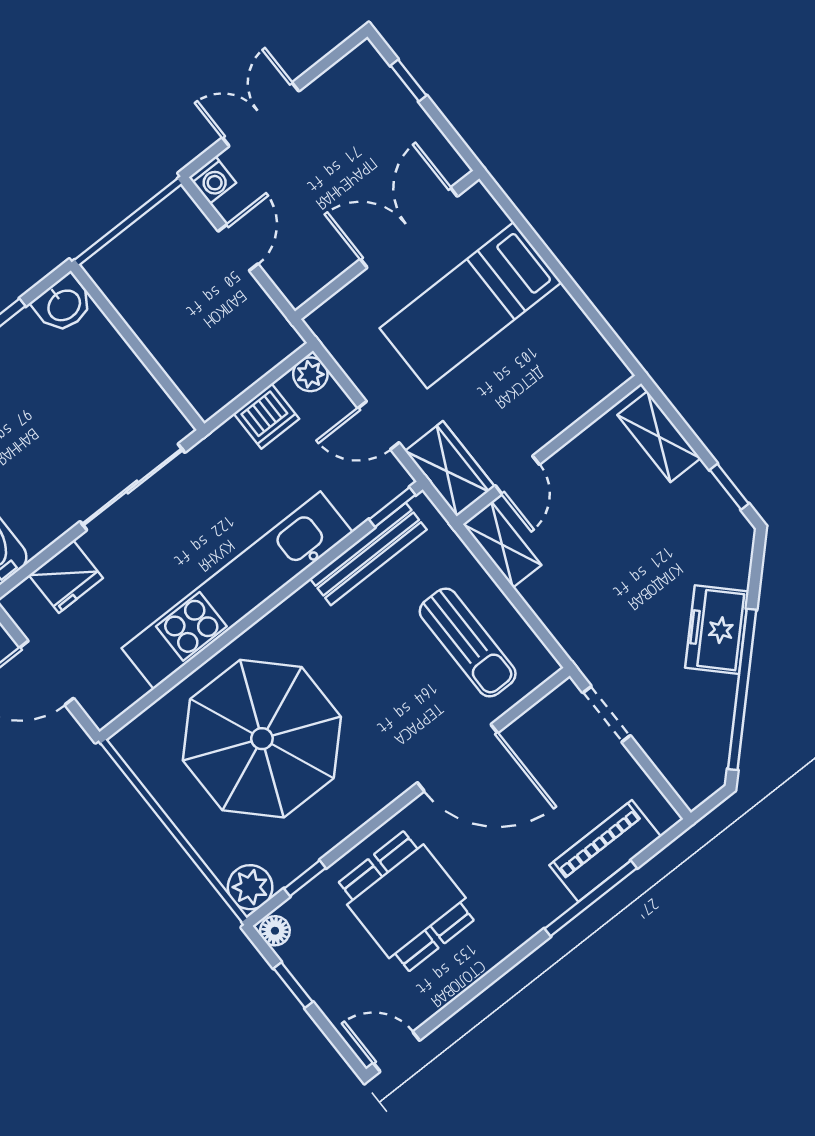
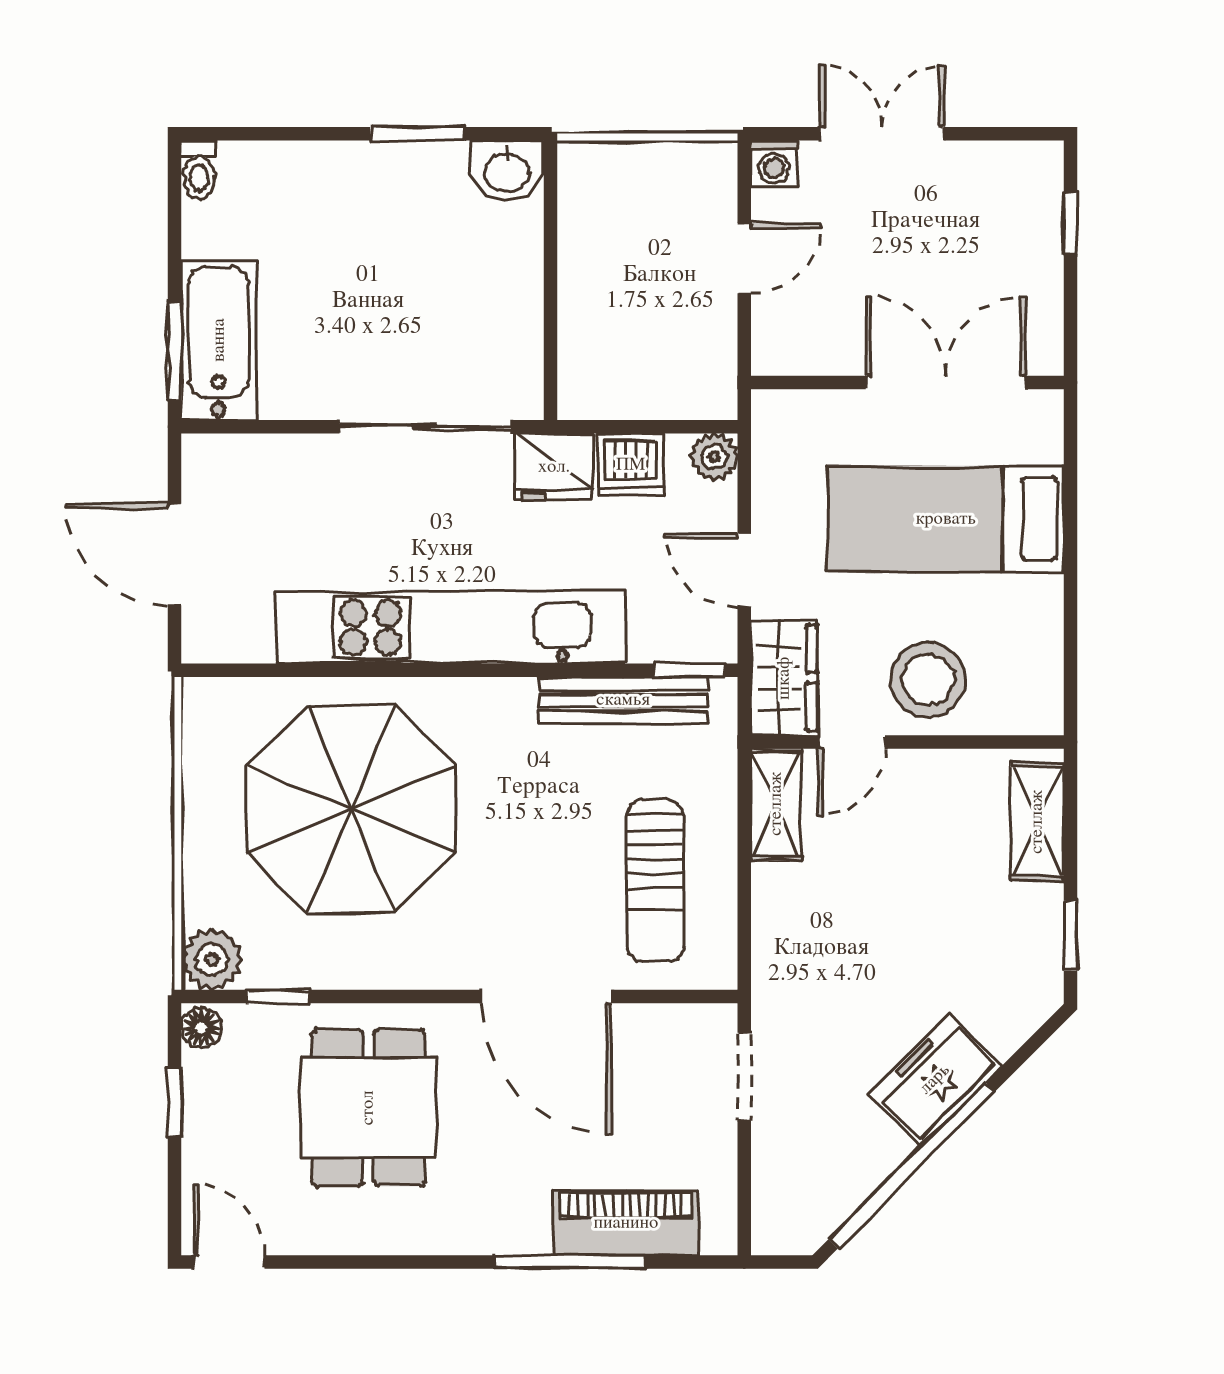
stool: (533, 405) -> (928, 680), added
fridge: (66, 577) -> (554, 467), moved

